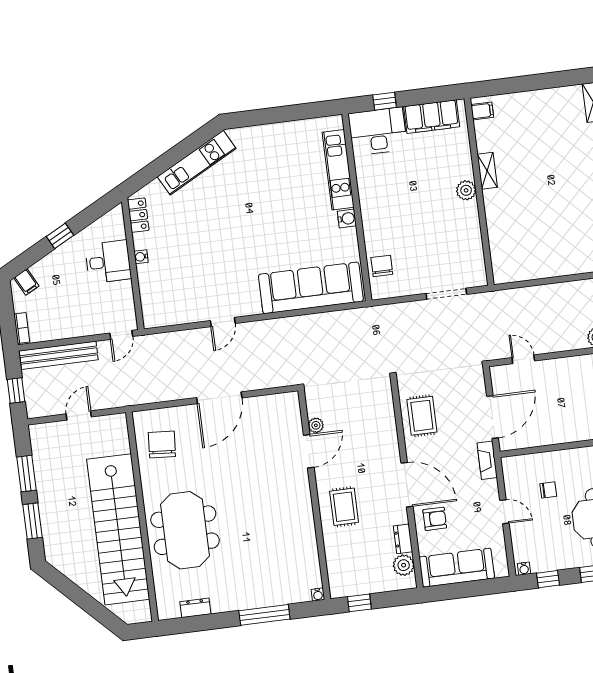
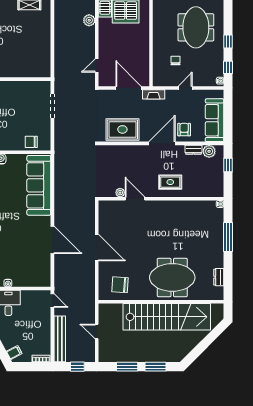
door: (223, 322) -> (52, 240), width x1.87
rug: (422, 416) -> (122, 129), width x1.36, depth x1.43
window: (359, 603) -> (228, 165), moved

